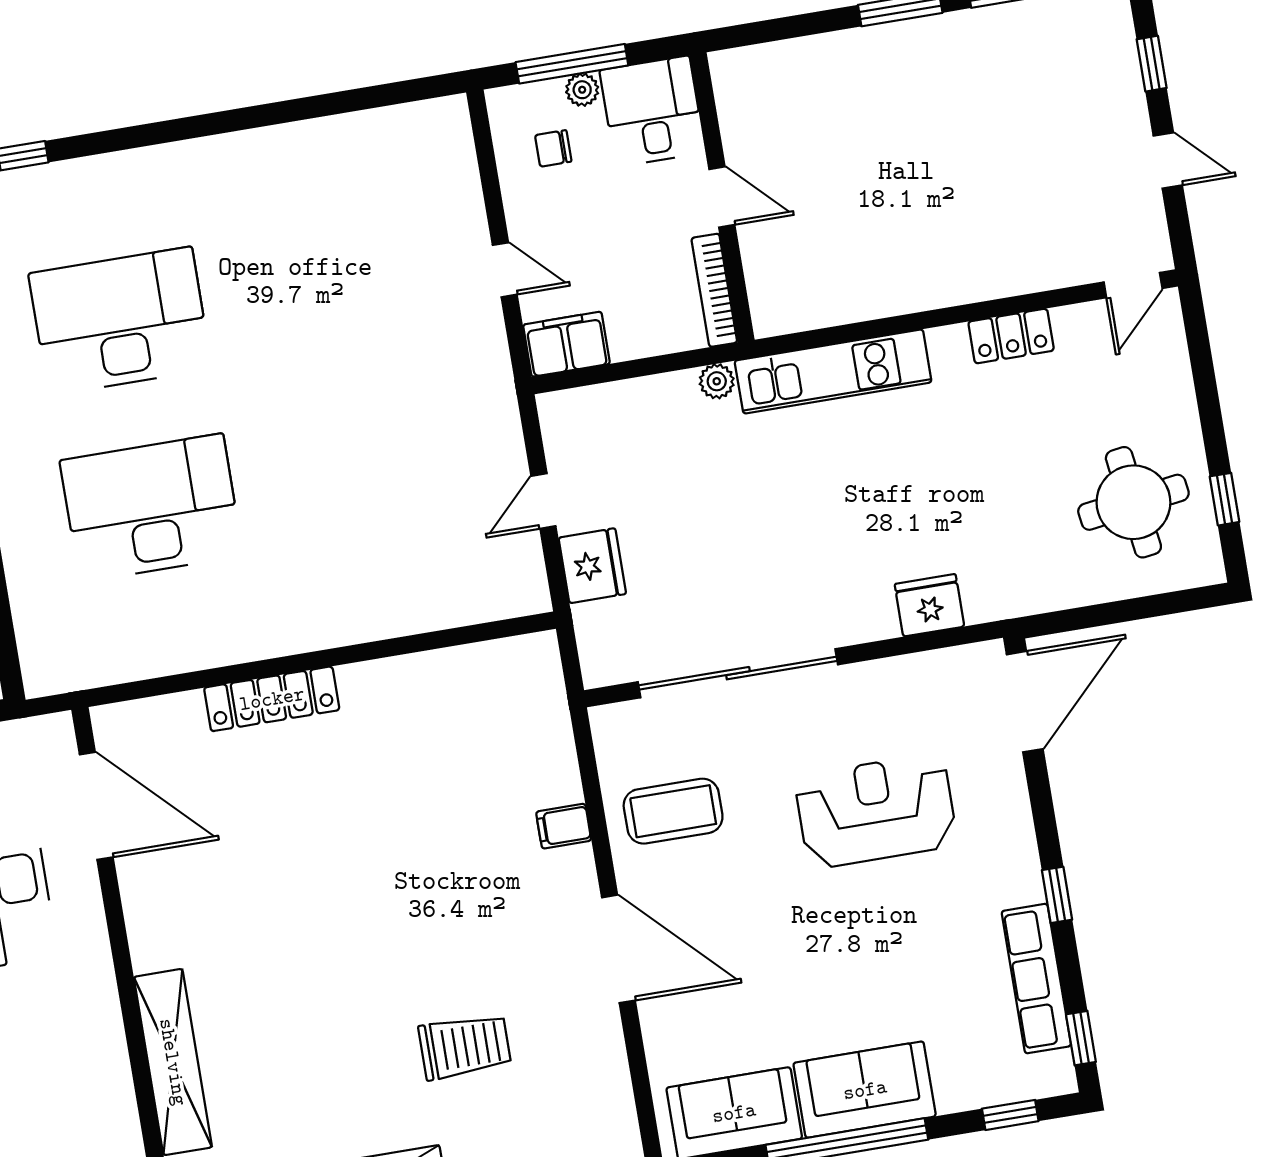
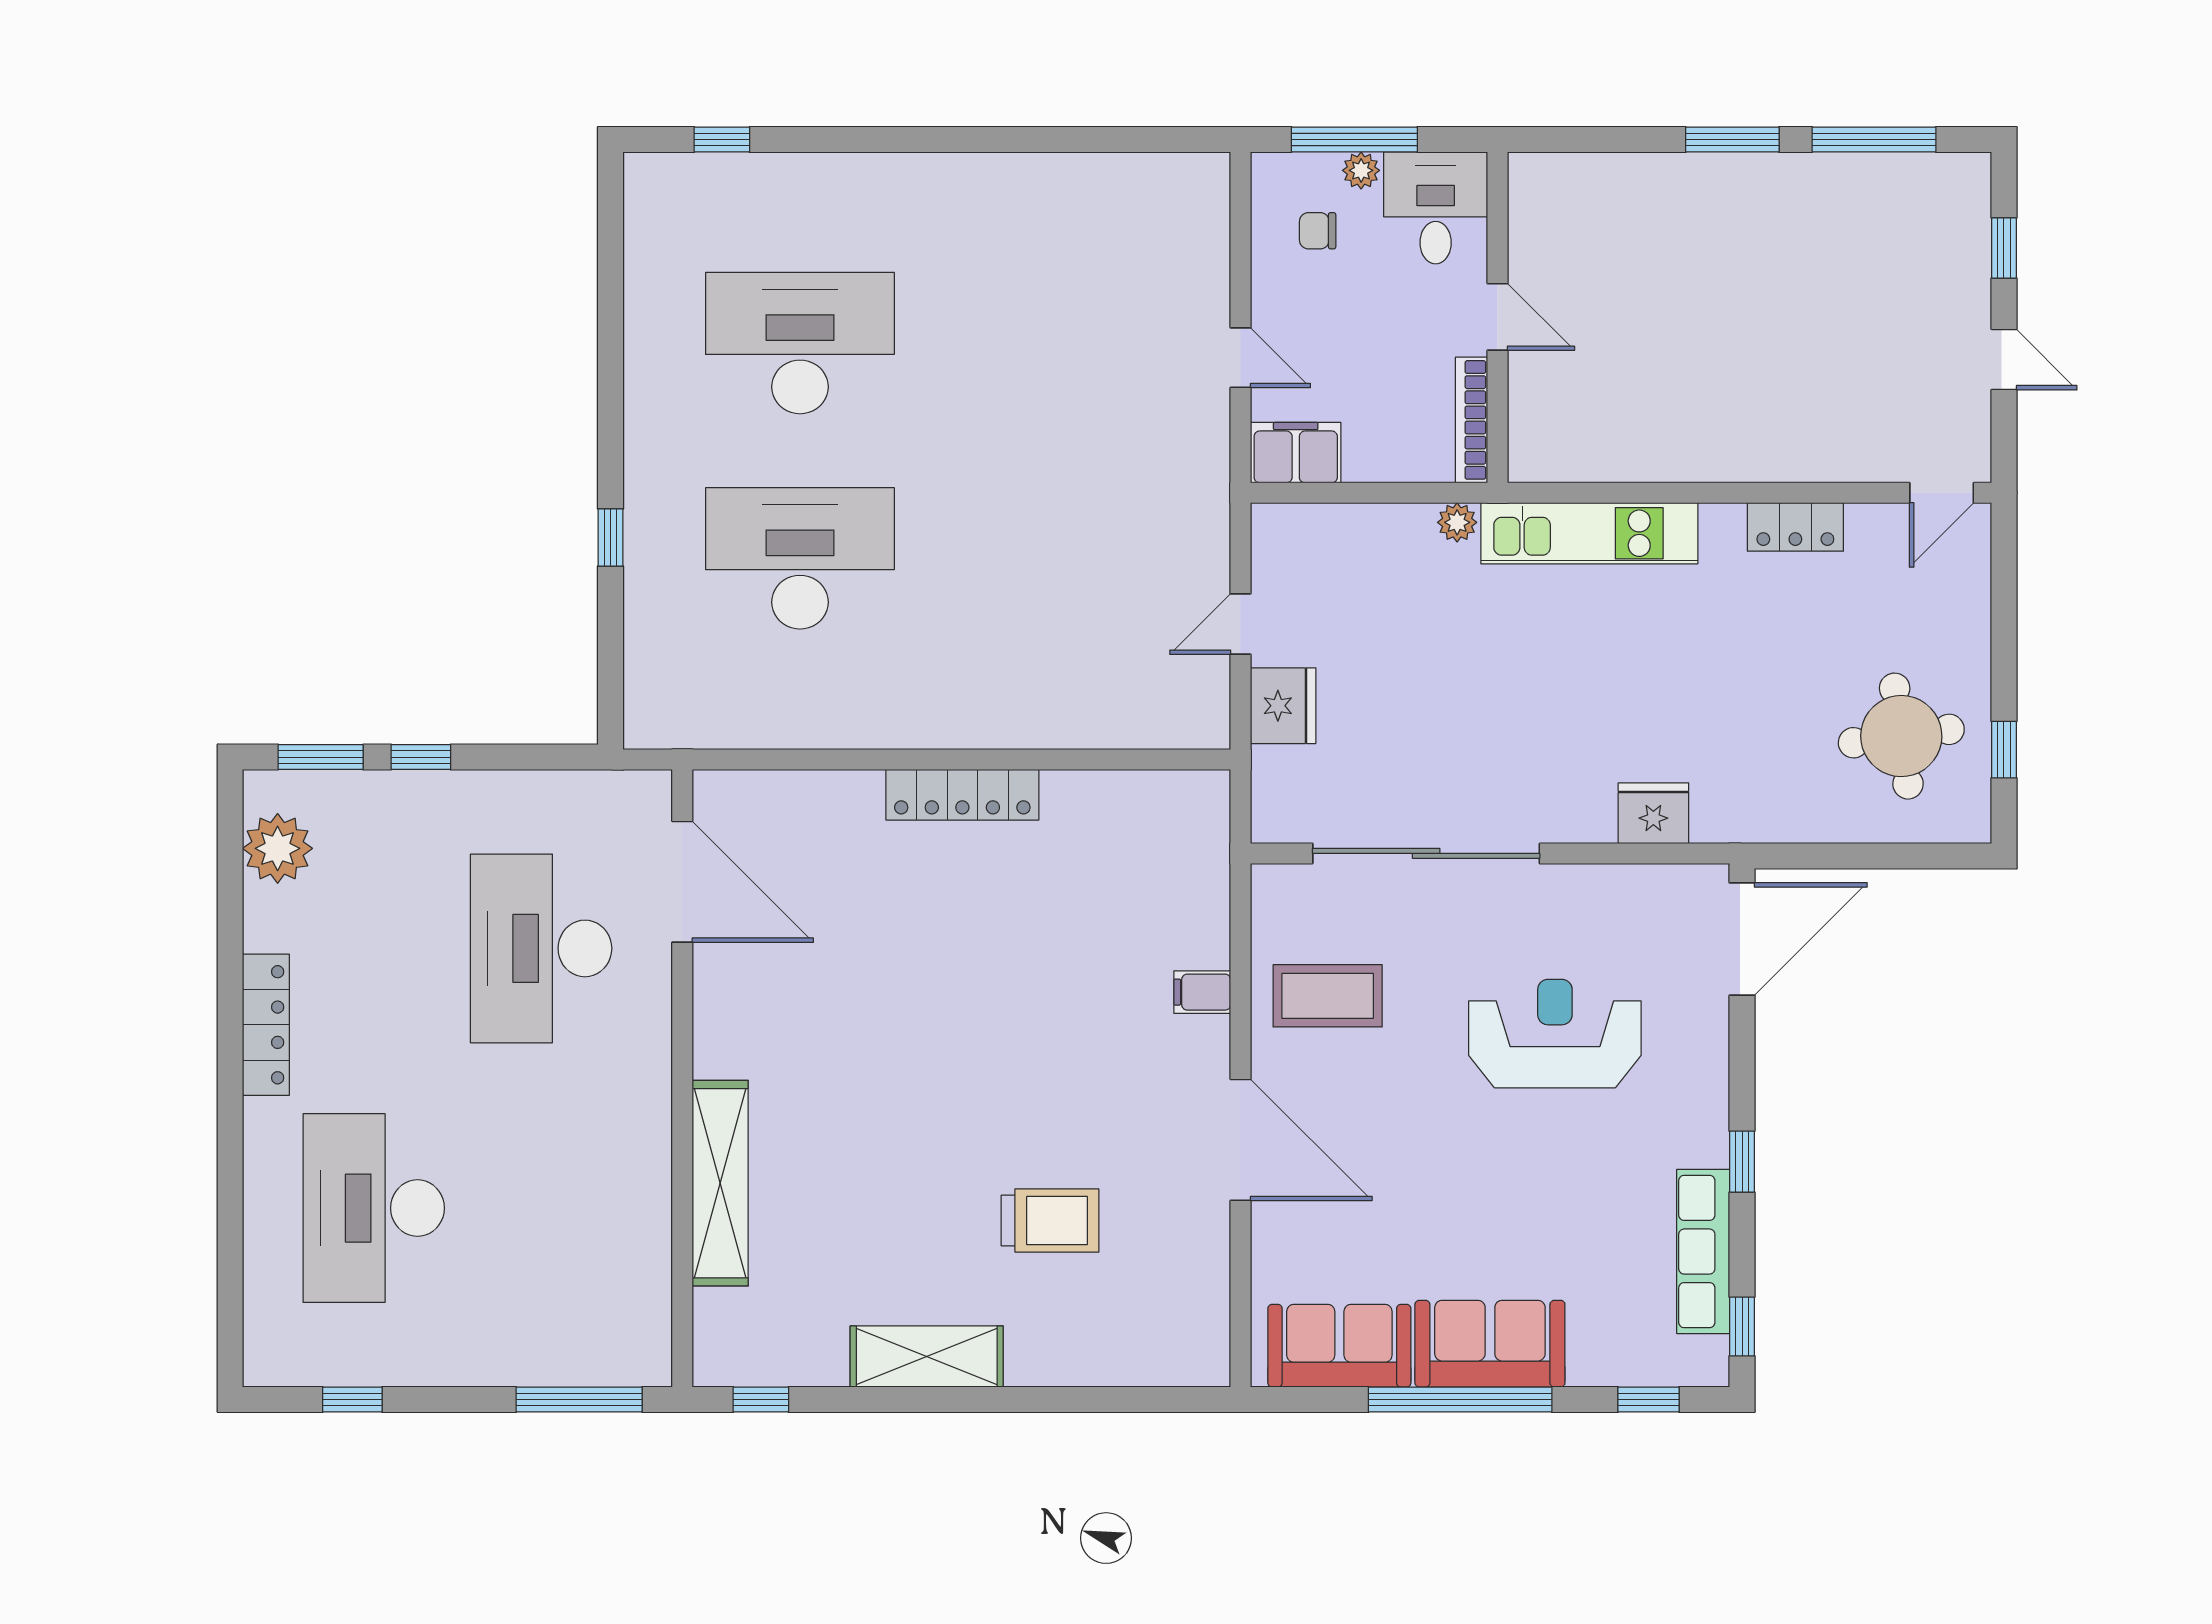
locker: (272, 699) -> (962, 795), moved

